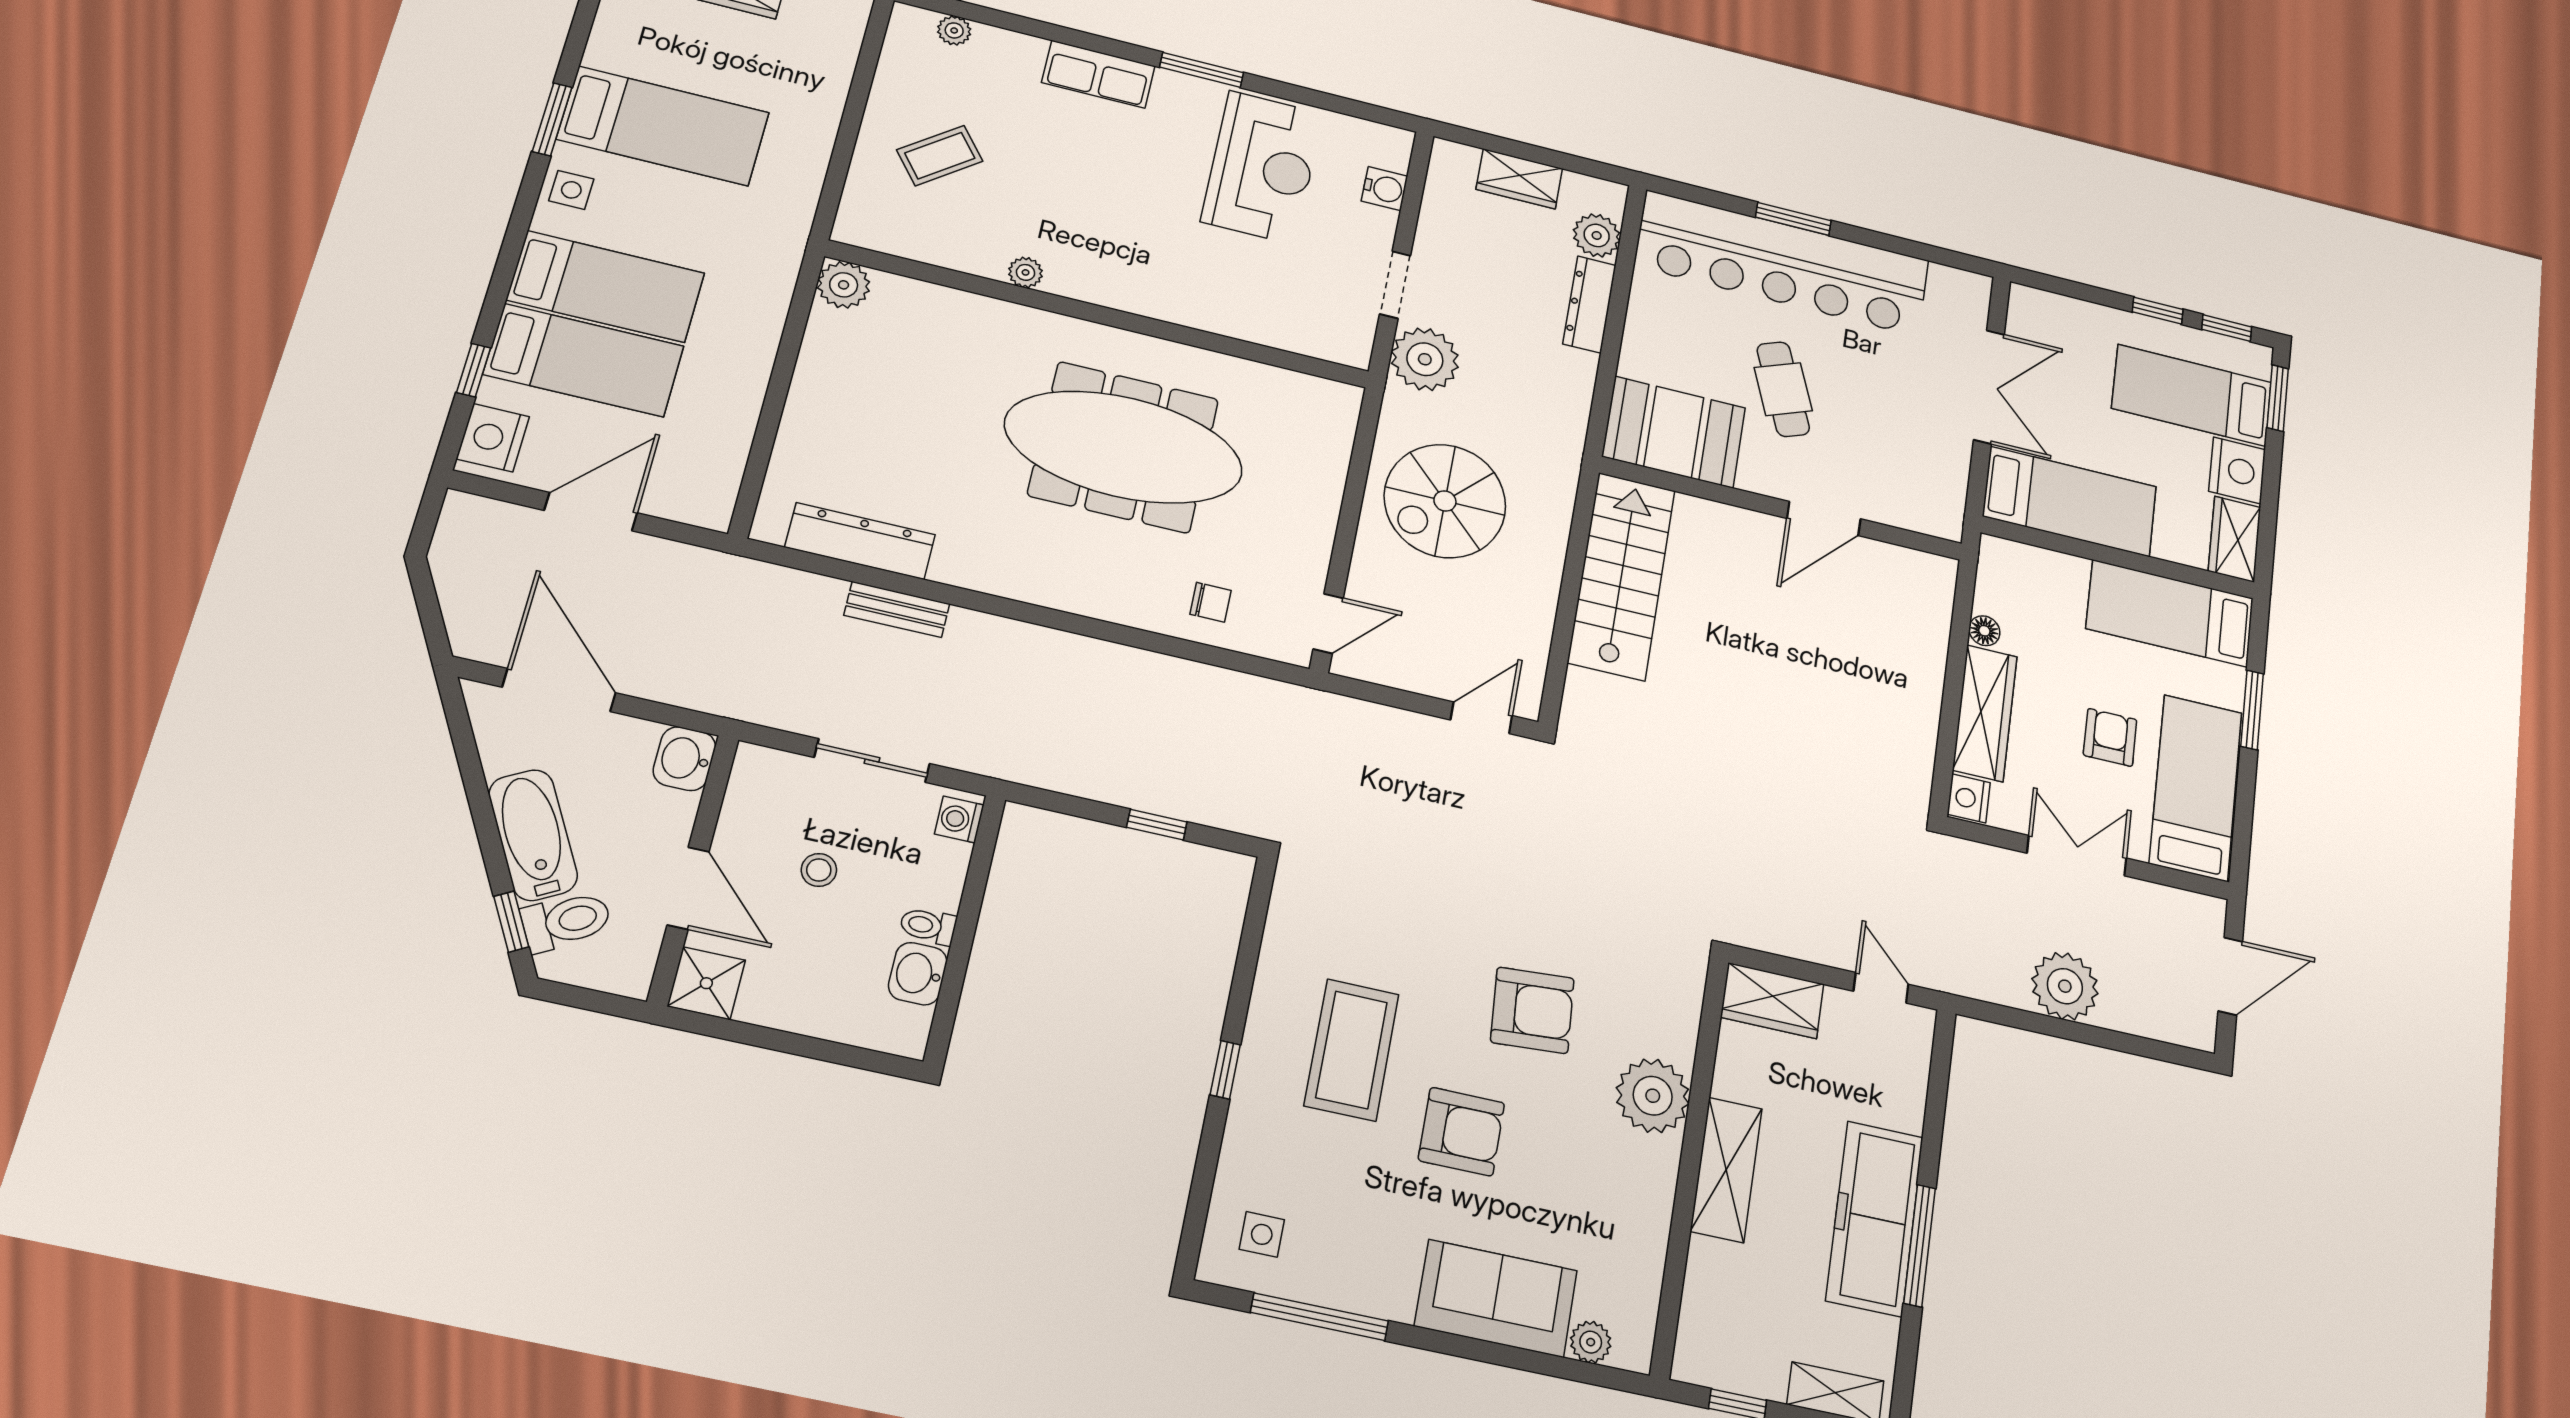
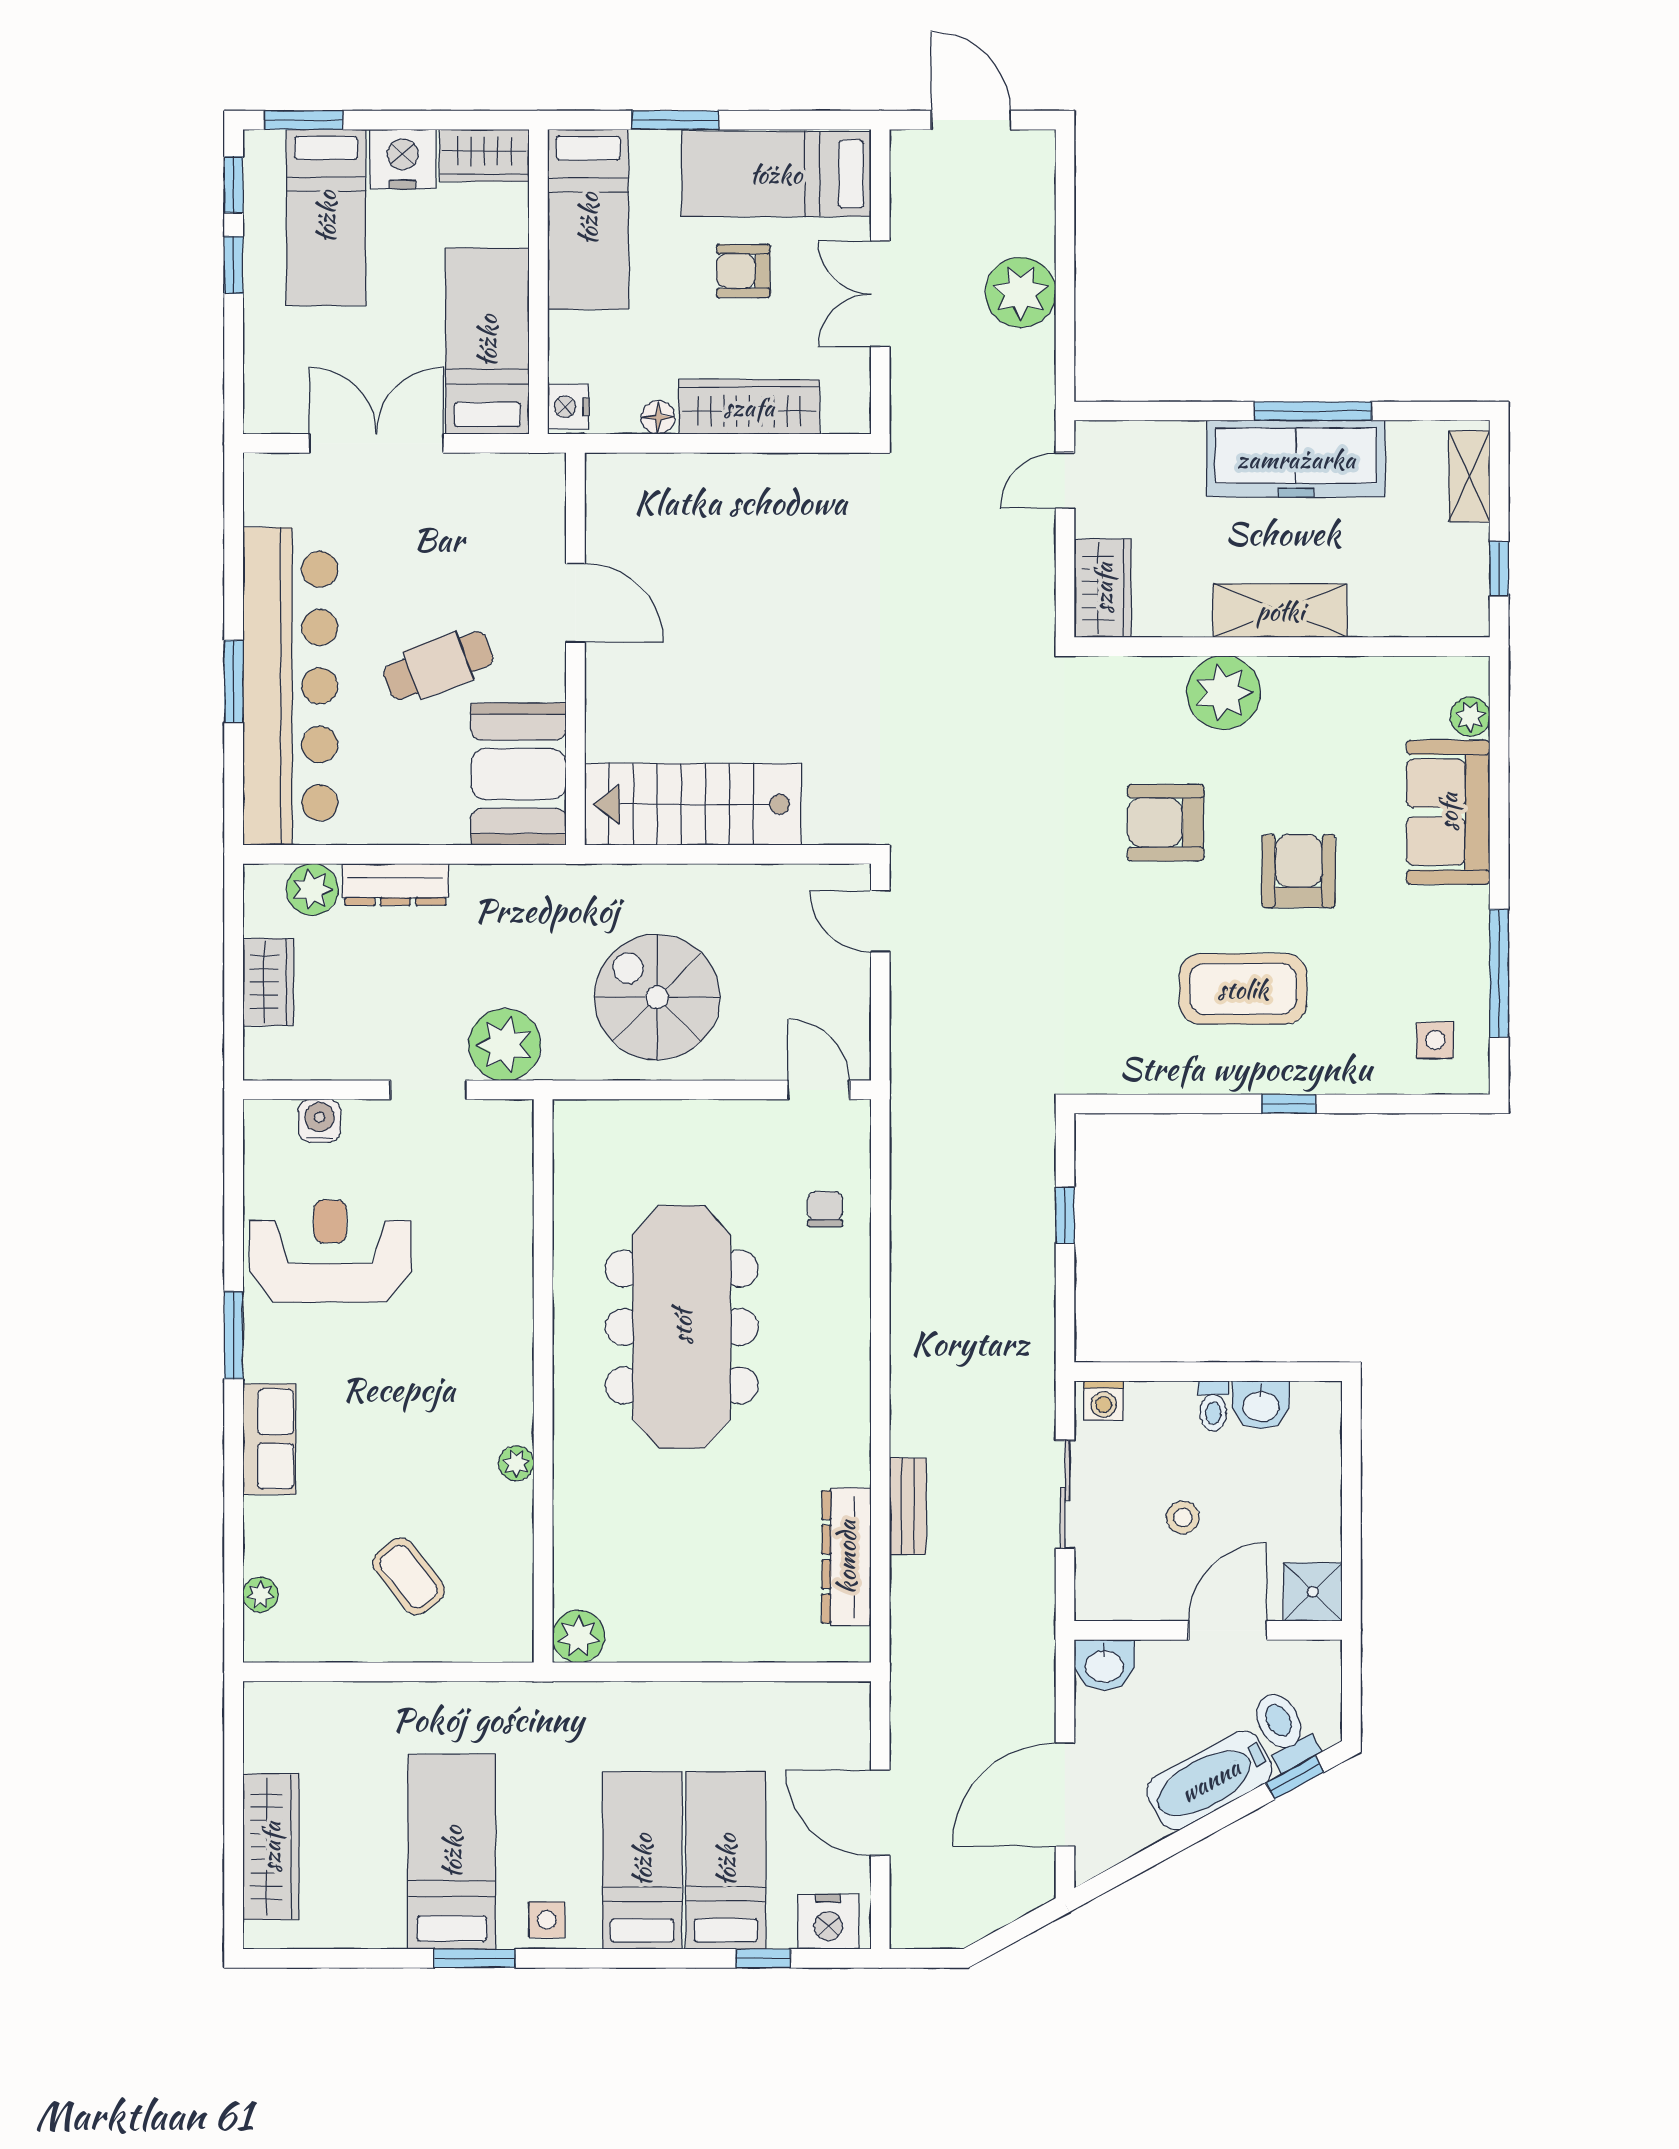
spiral stairs: (1445, 501) -> (657, 997), turned 180
nightstand: (1969, 798) -> (568, 407), moved, turned 90
armchair: (1532, 1010) -> (1166, 823), turned -86

